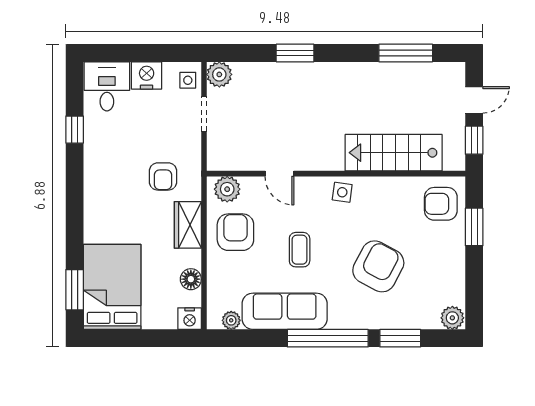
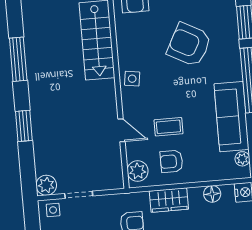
window: (406, 53) -> (18, 59), moved
door: (279, 174) -> (122, 130), hinge flipped
armchair: (235, 232) -> (171, 161), width x0.72, depth x0.72
coffee table: (300, 250) -> (168, 127), moved

